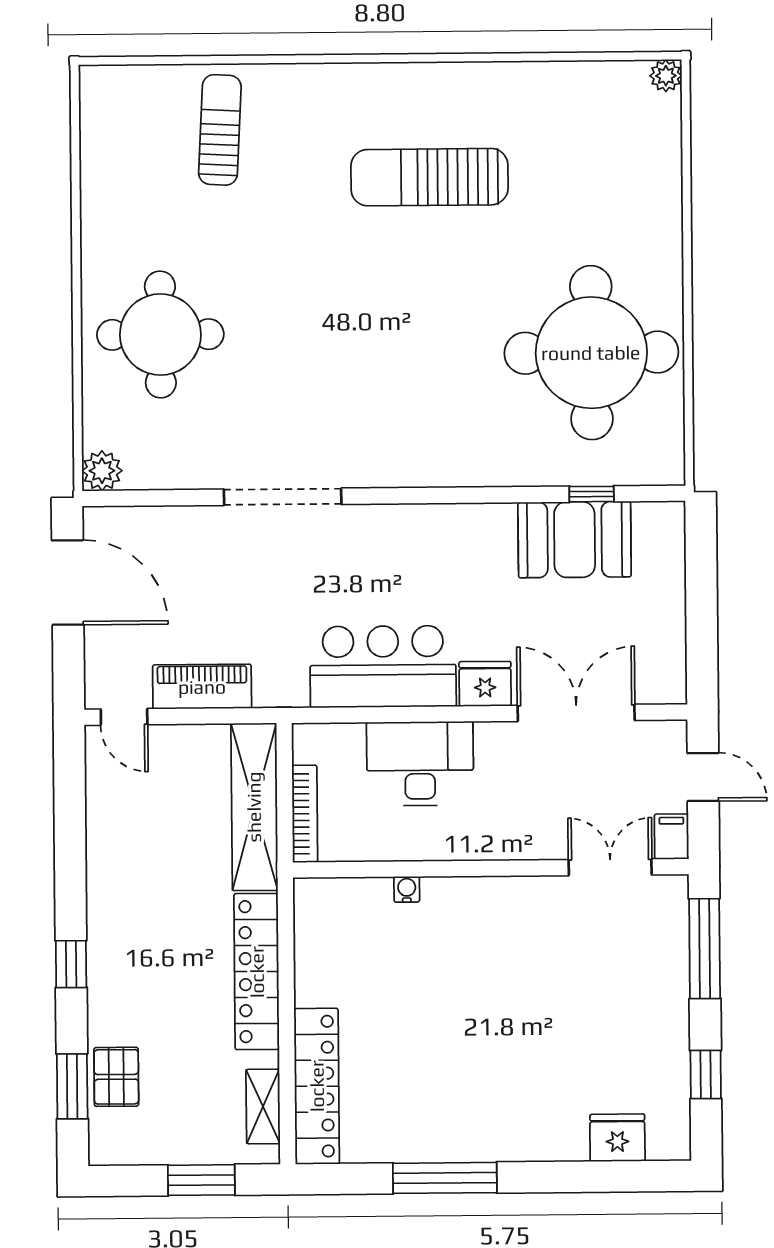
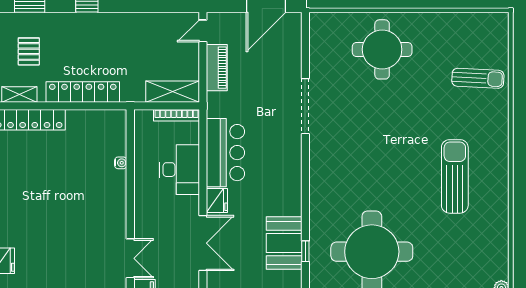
plant: (102, 471) -> (318, 22), removed
shelving: (254, 807) -> (173, 92), width x0.68
bookcase: (305, 814) -> (176, 115), moved
pallet: (116, 1077) -> (29, 51), moved, turned 90

